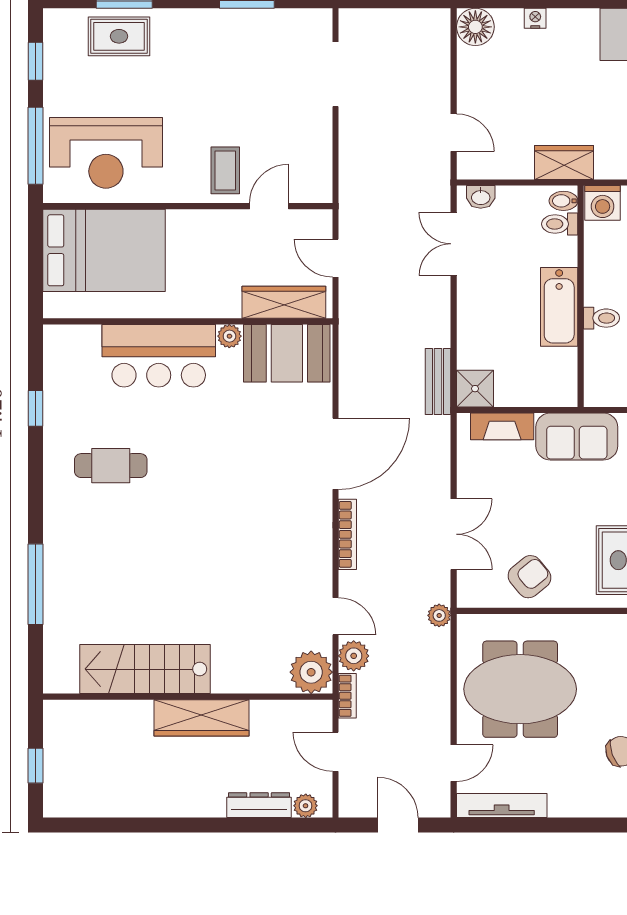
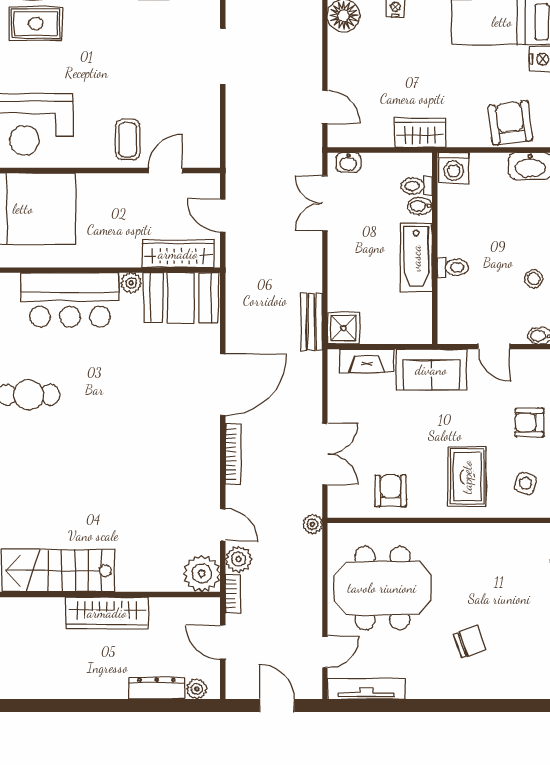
bidet: (563, 201) -> (420, 206), moved
armchair: (530, 577) -> (391, 491), turned -51

